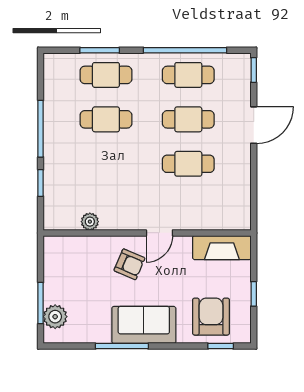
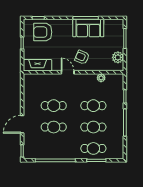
cafe table: (188, 75) -> (93, 106), moved
door: (159, 233) -> (68, 72), hinge flipped
plant: (55, 317) -> (118, 57), moved
armchair: (211, 317) -> (43, 32), turned 90
sofa: (144, 325) -> (88, 28), moved

